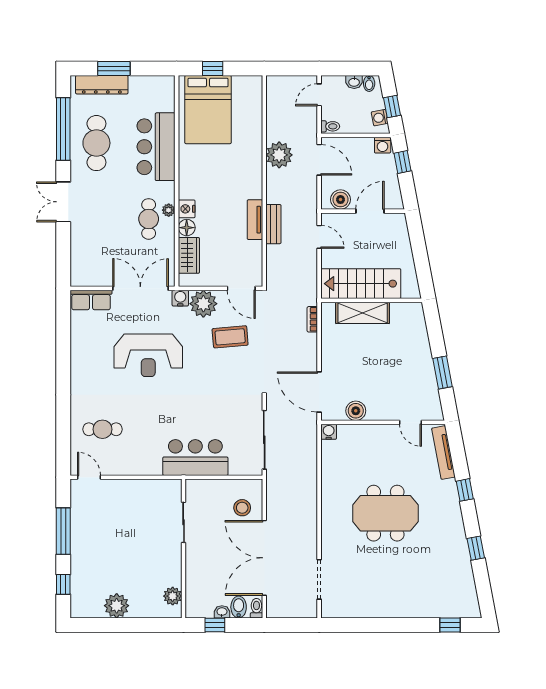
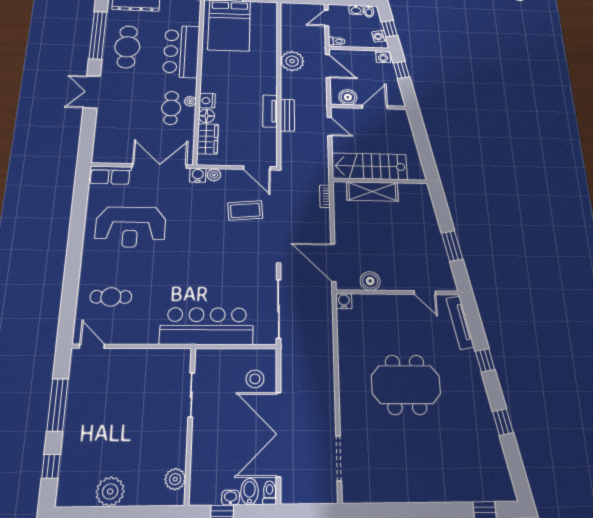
plant: (203, 304) -> (214, 175), width x0.53, depth x0.53
reception desk: (148, 355) -> (130, 227), moved
bar counter: (195, 458) -> (207, 326), width x1.36

